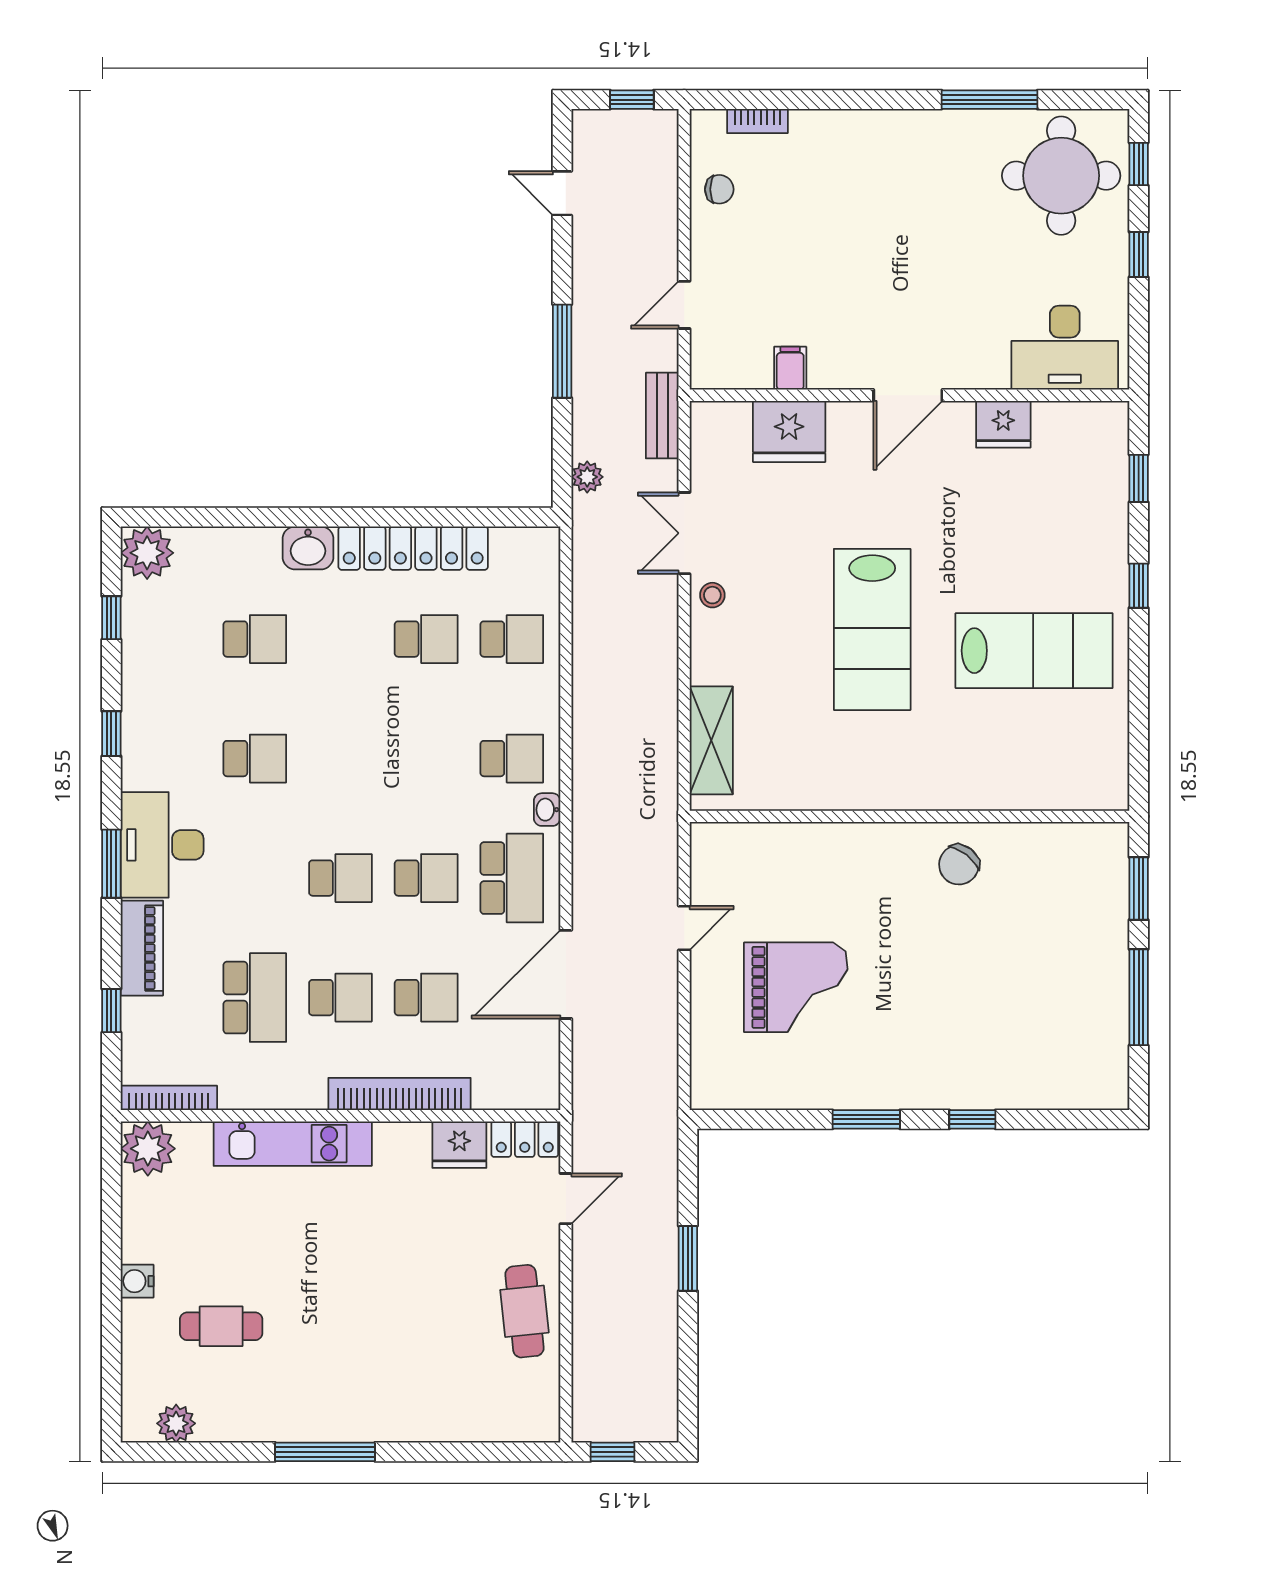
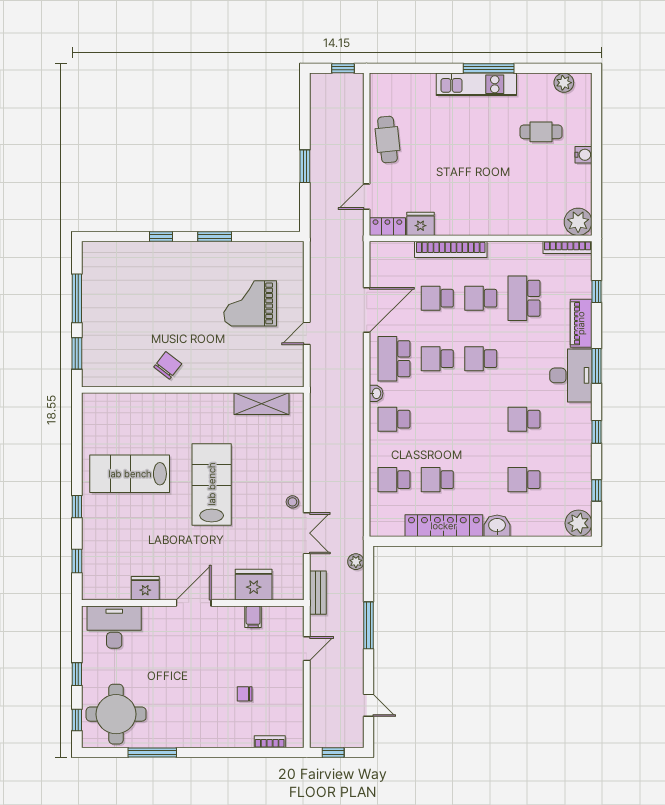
chair: (719, 189) -> (245, 694), moved
shelving: (711, 740) -> (261, 404), moved, turned 90
kitchen unit: (293, 1144) -> (476, 84), moved, turned 180

